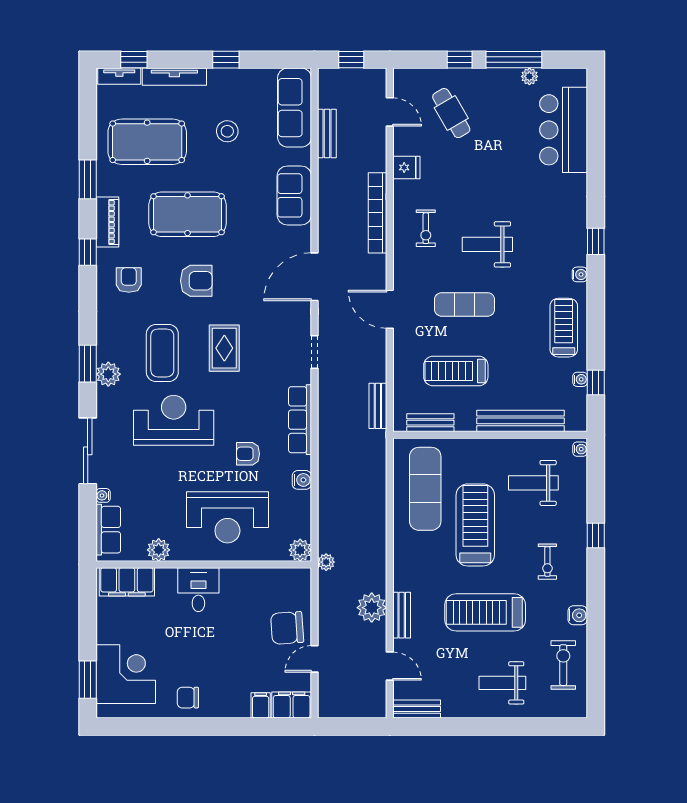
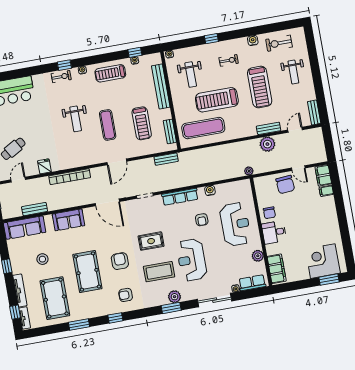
piano: (107, 222) -> (99, 311), removed
exercise bike: (426, 228) -> (61, 77), moved
plant: (300, 550) -> (245, 185), removed
chair: (188, 698) -> (269, 213), moved

